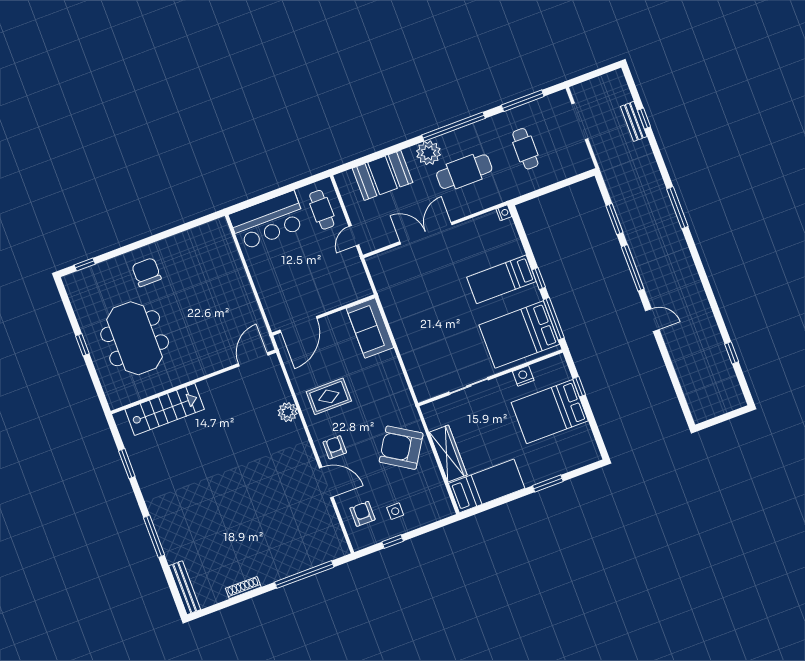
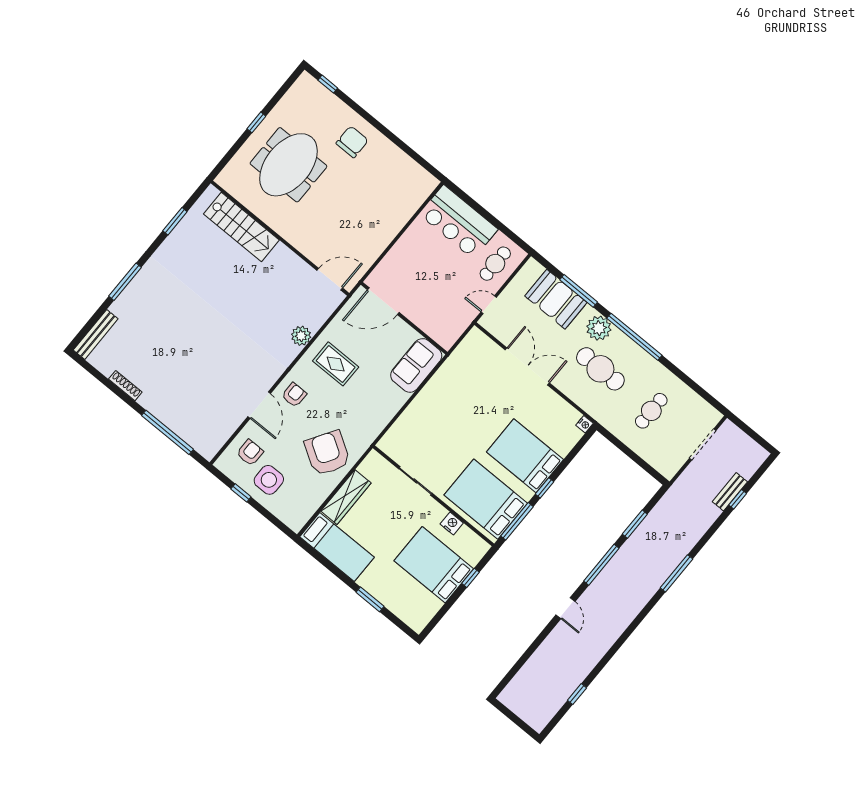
window: (523, 101) -> (579, 291), moved
bed: (501, 279) -> (525, 456), width x1.50
side table: (395, 511) -> (269, 480), width x1.87, depth x1.87

